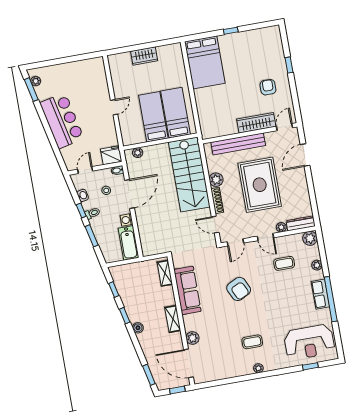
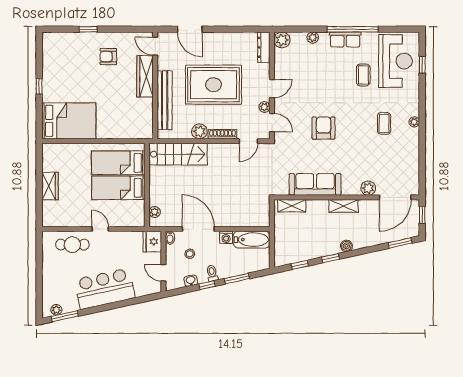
cafe table: (96, 85) -> (72, 245), added
stairs: (189, 175) -> (178, 154), width x0.73, depth x0.66
plant: (281, 227) -> (264, 107), moved
coffee table: (284, 263) -> (363, 75), moved
armchair: (239, 289) -> (324, 128), turned -64

